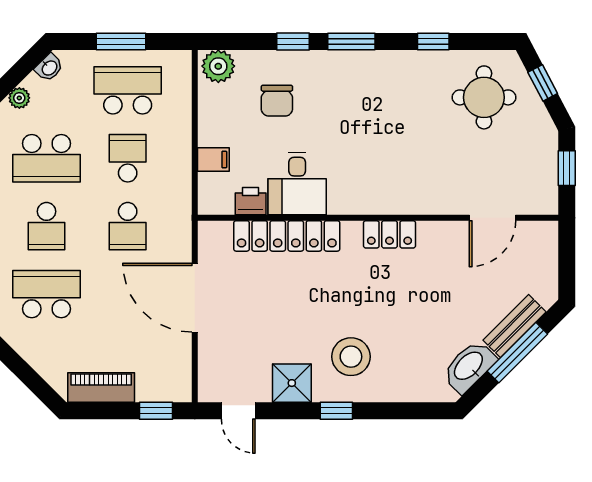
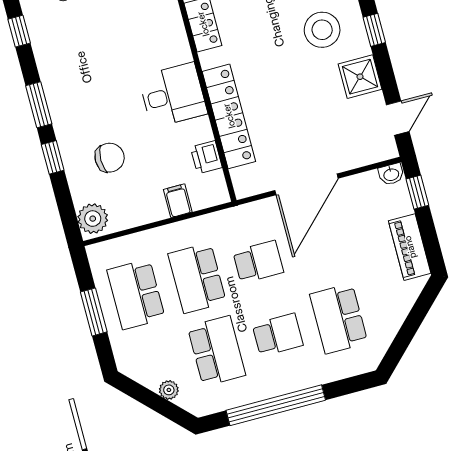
washbasin: (49, 68) -> (391, 174), moved, turned 135
school desk: (128, 158) -> (197, 278), width x1.85
desk: (297, 184) -> (173, 95), moved

